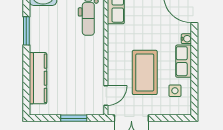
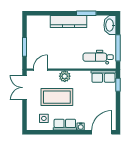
plant: (115, 61) -> (65, 76), added
kitchen counter: (38, 78) -> (69, 22), moved
door: (106, 96) -> (40, 70), swing flipped

